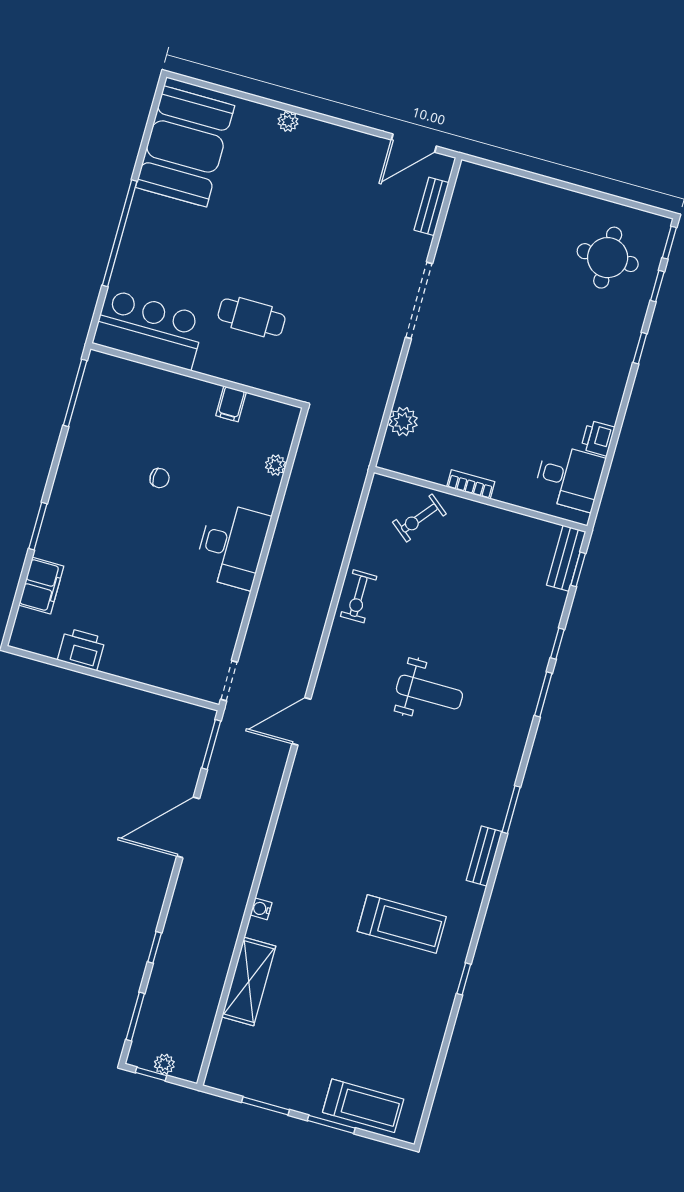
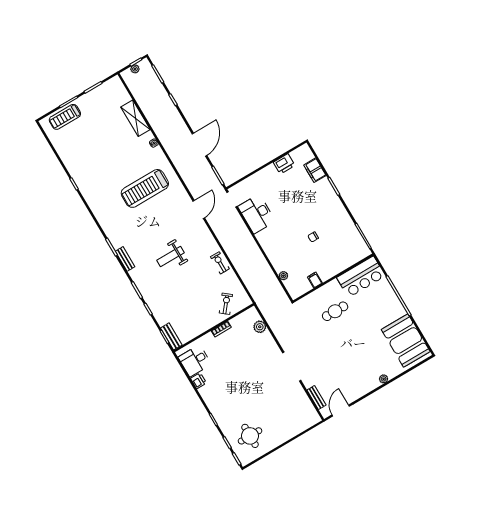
desk: (232, 546) -> (257, 214), moved
bench: (484, 856) -> (125, 259), moved
treadmill: (402, 924) -> (145, 188), moved, width x1.37, depth x1.38

